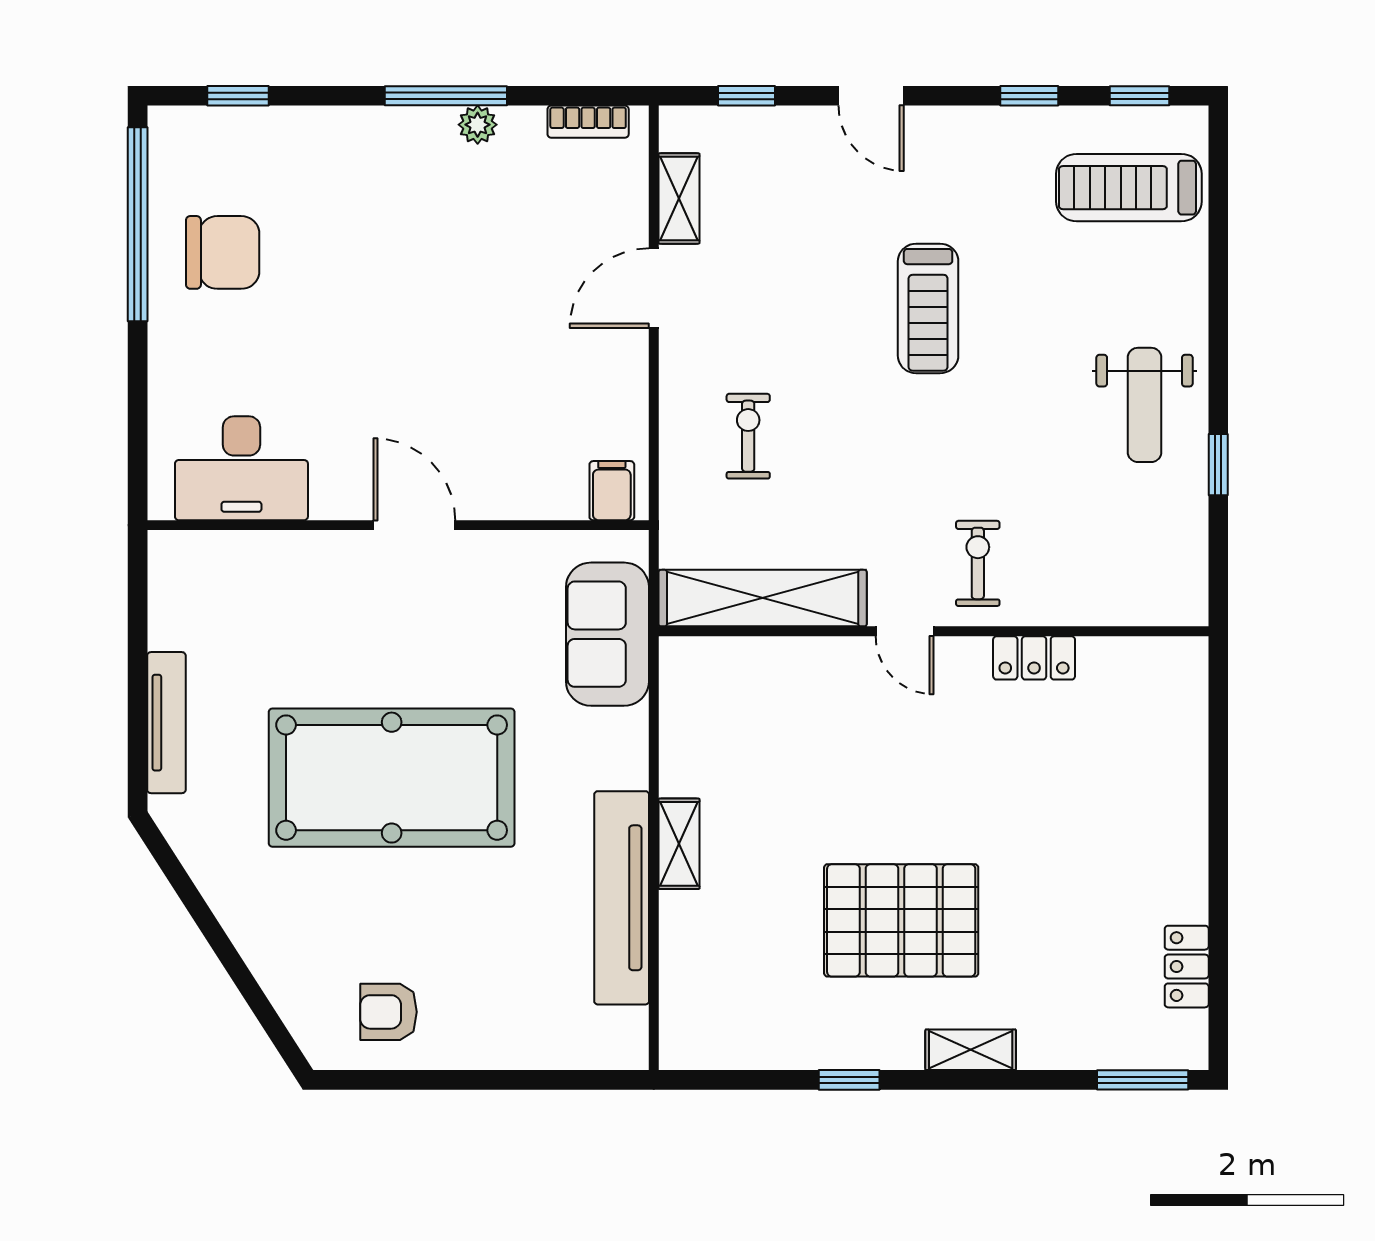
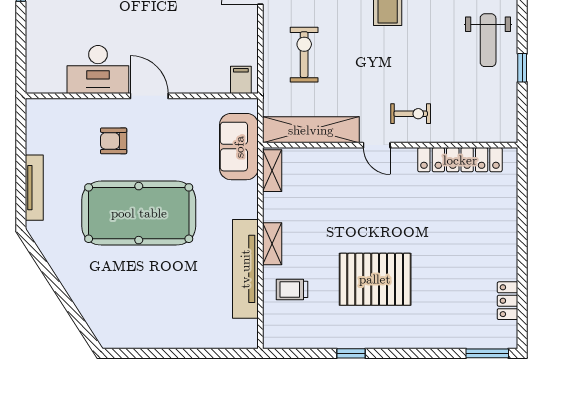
exercise bike: (748, 436) -> (304, 55), width x1.38, depth x1.39
desk: (241, 468) -> (98, 70), moved
exercise bike: (978, 563) -> (411, 114), turned 90
locker: (1034, 658) -> (460, 160), width x2.16, depth x1.21
trolley: (722, 942) -> (292, 289), added
armchair: (388, 1012) -> (114, 141), moved
shelving: (971, 1050) -> (272, 171), moved, turned 90

